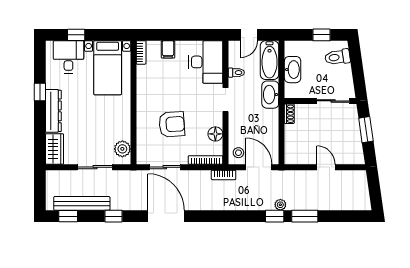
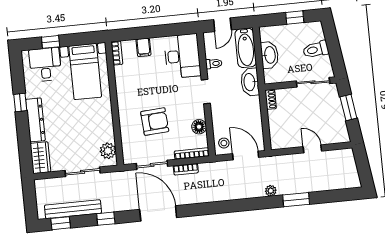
toilet: (337, 57) -> (316, 50), moved
bookcase: (224, 175) -> (186, 169), moved
window: (275, 216) -> (266, 203), removed

